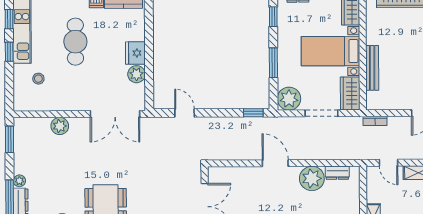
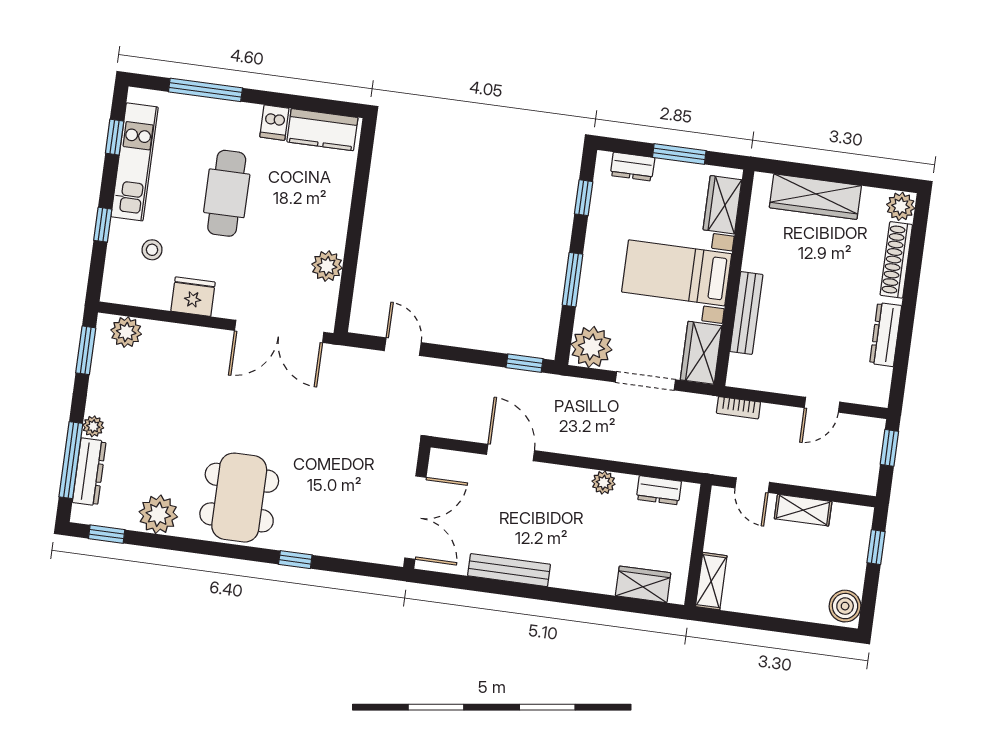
window: (9, 52) -> (103, 225), moved
fridge: (135, 53) -> (193, 297), moved, turned 90
plant: (60, 126) -> (126, 332), moved
door: (275, 163) -> (510, 453), moved
plant: (312, 178) -> (604, 483), width x0.53, depth x0.53

